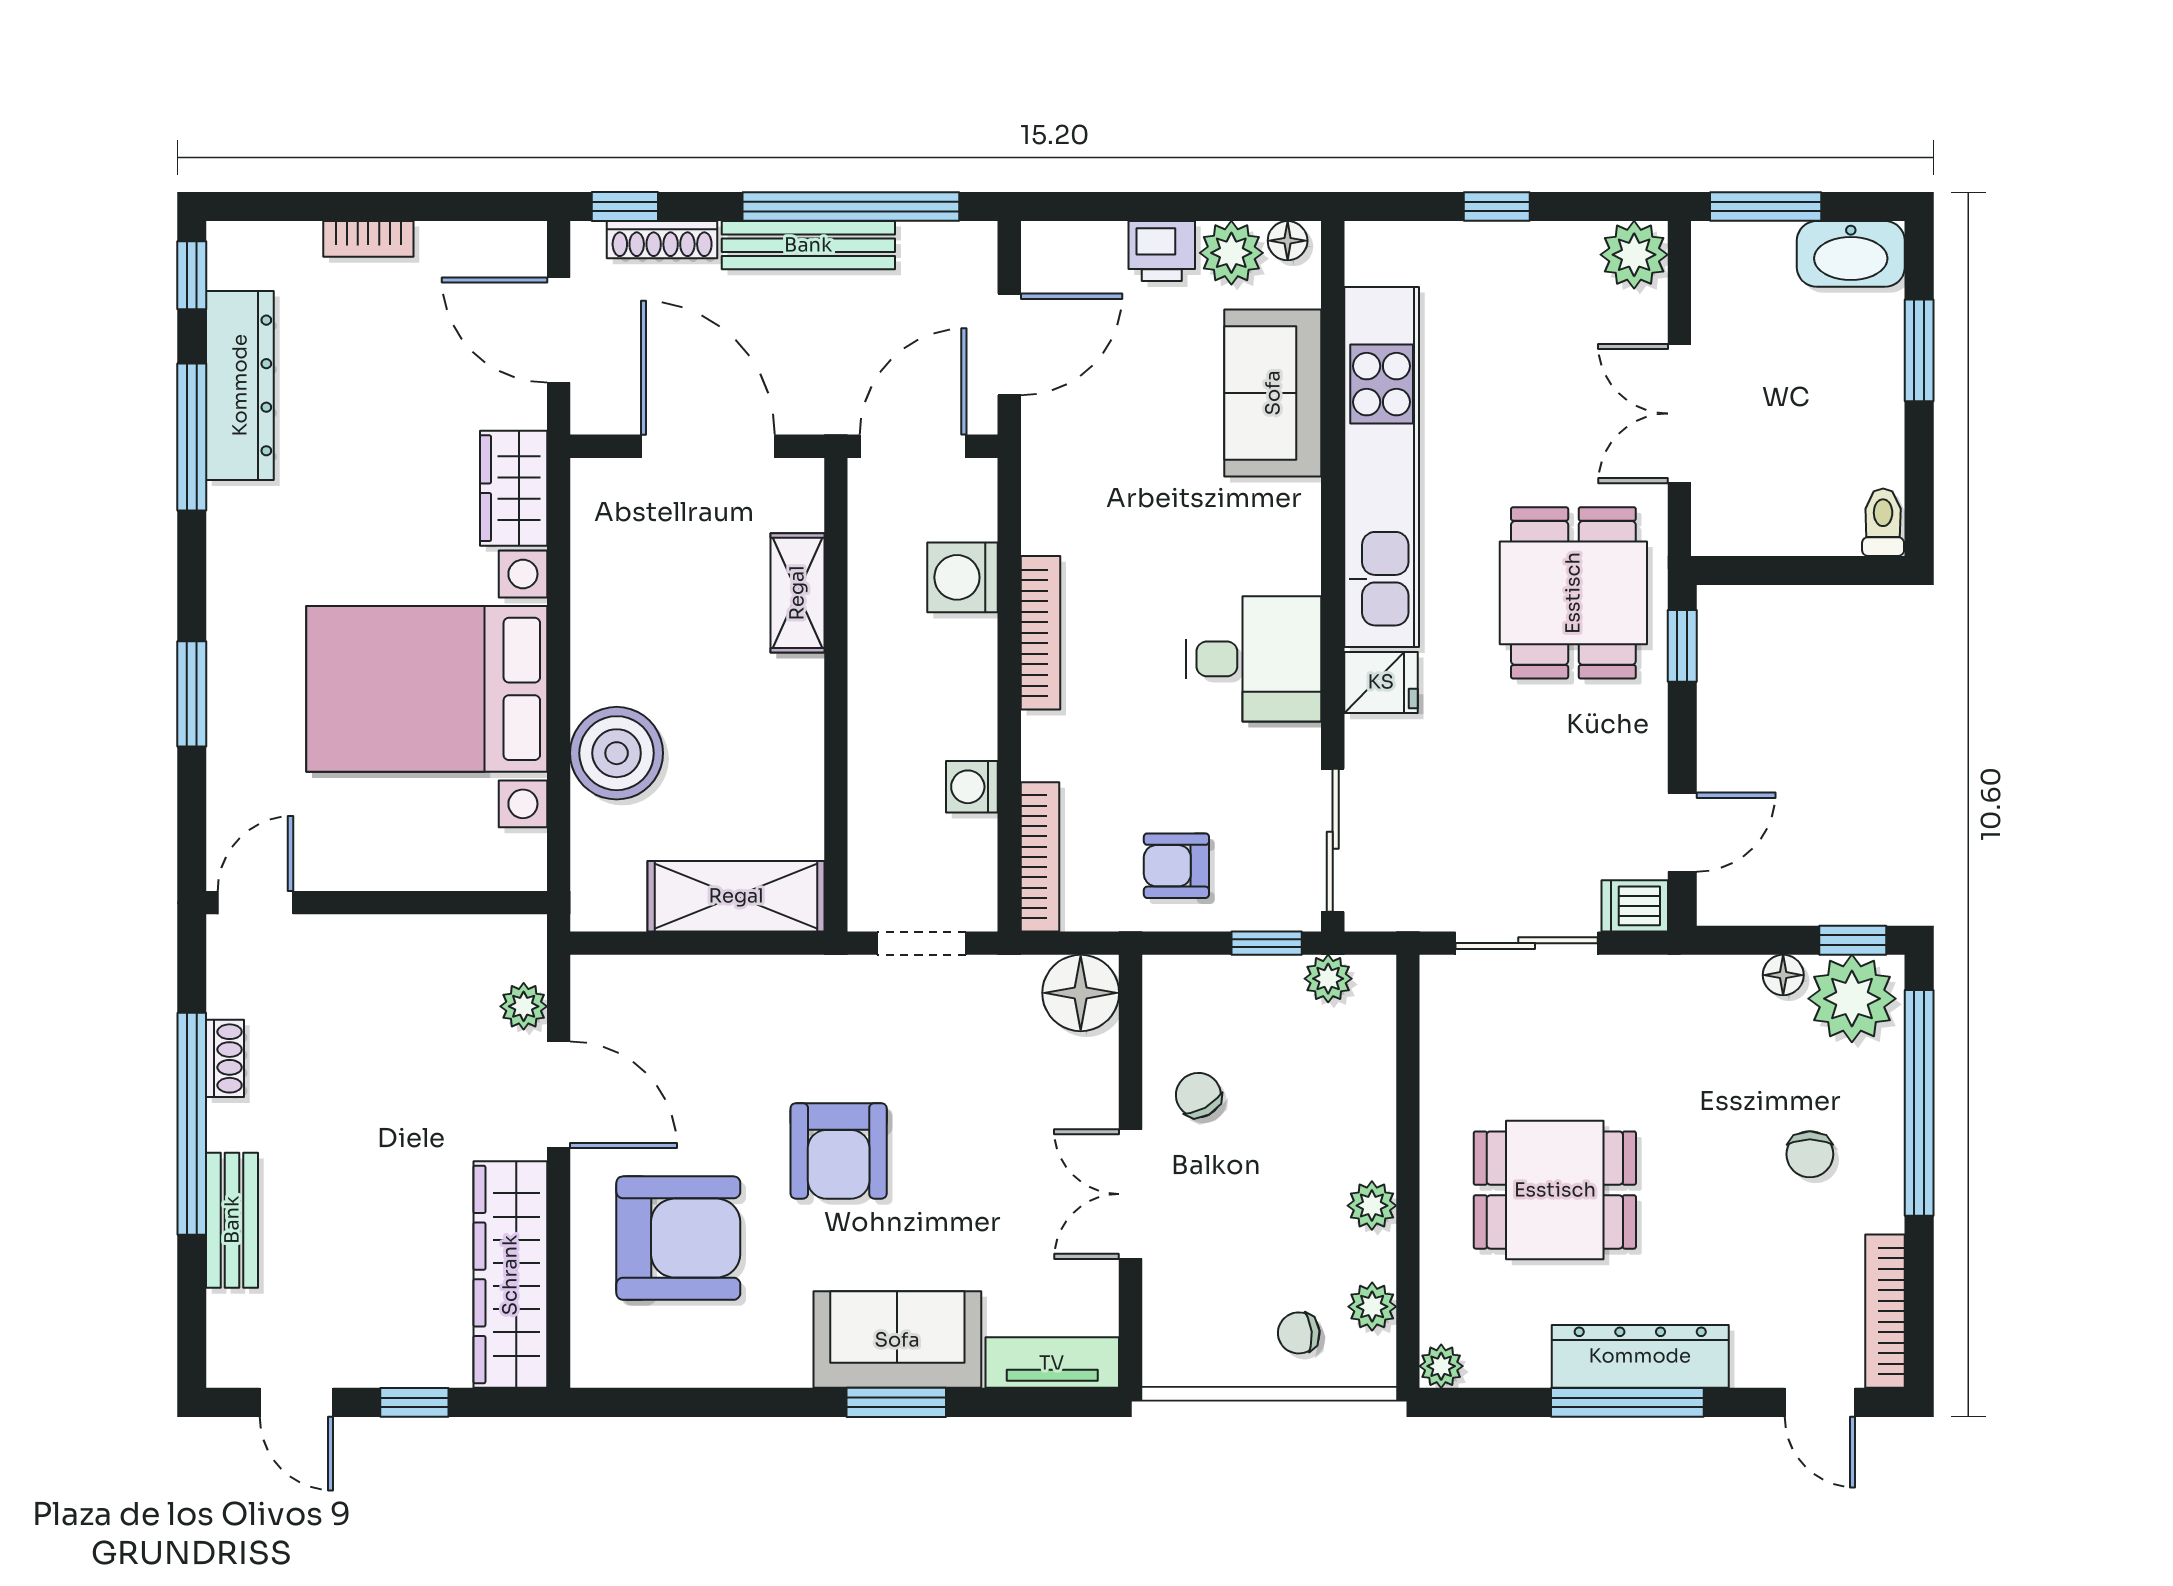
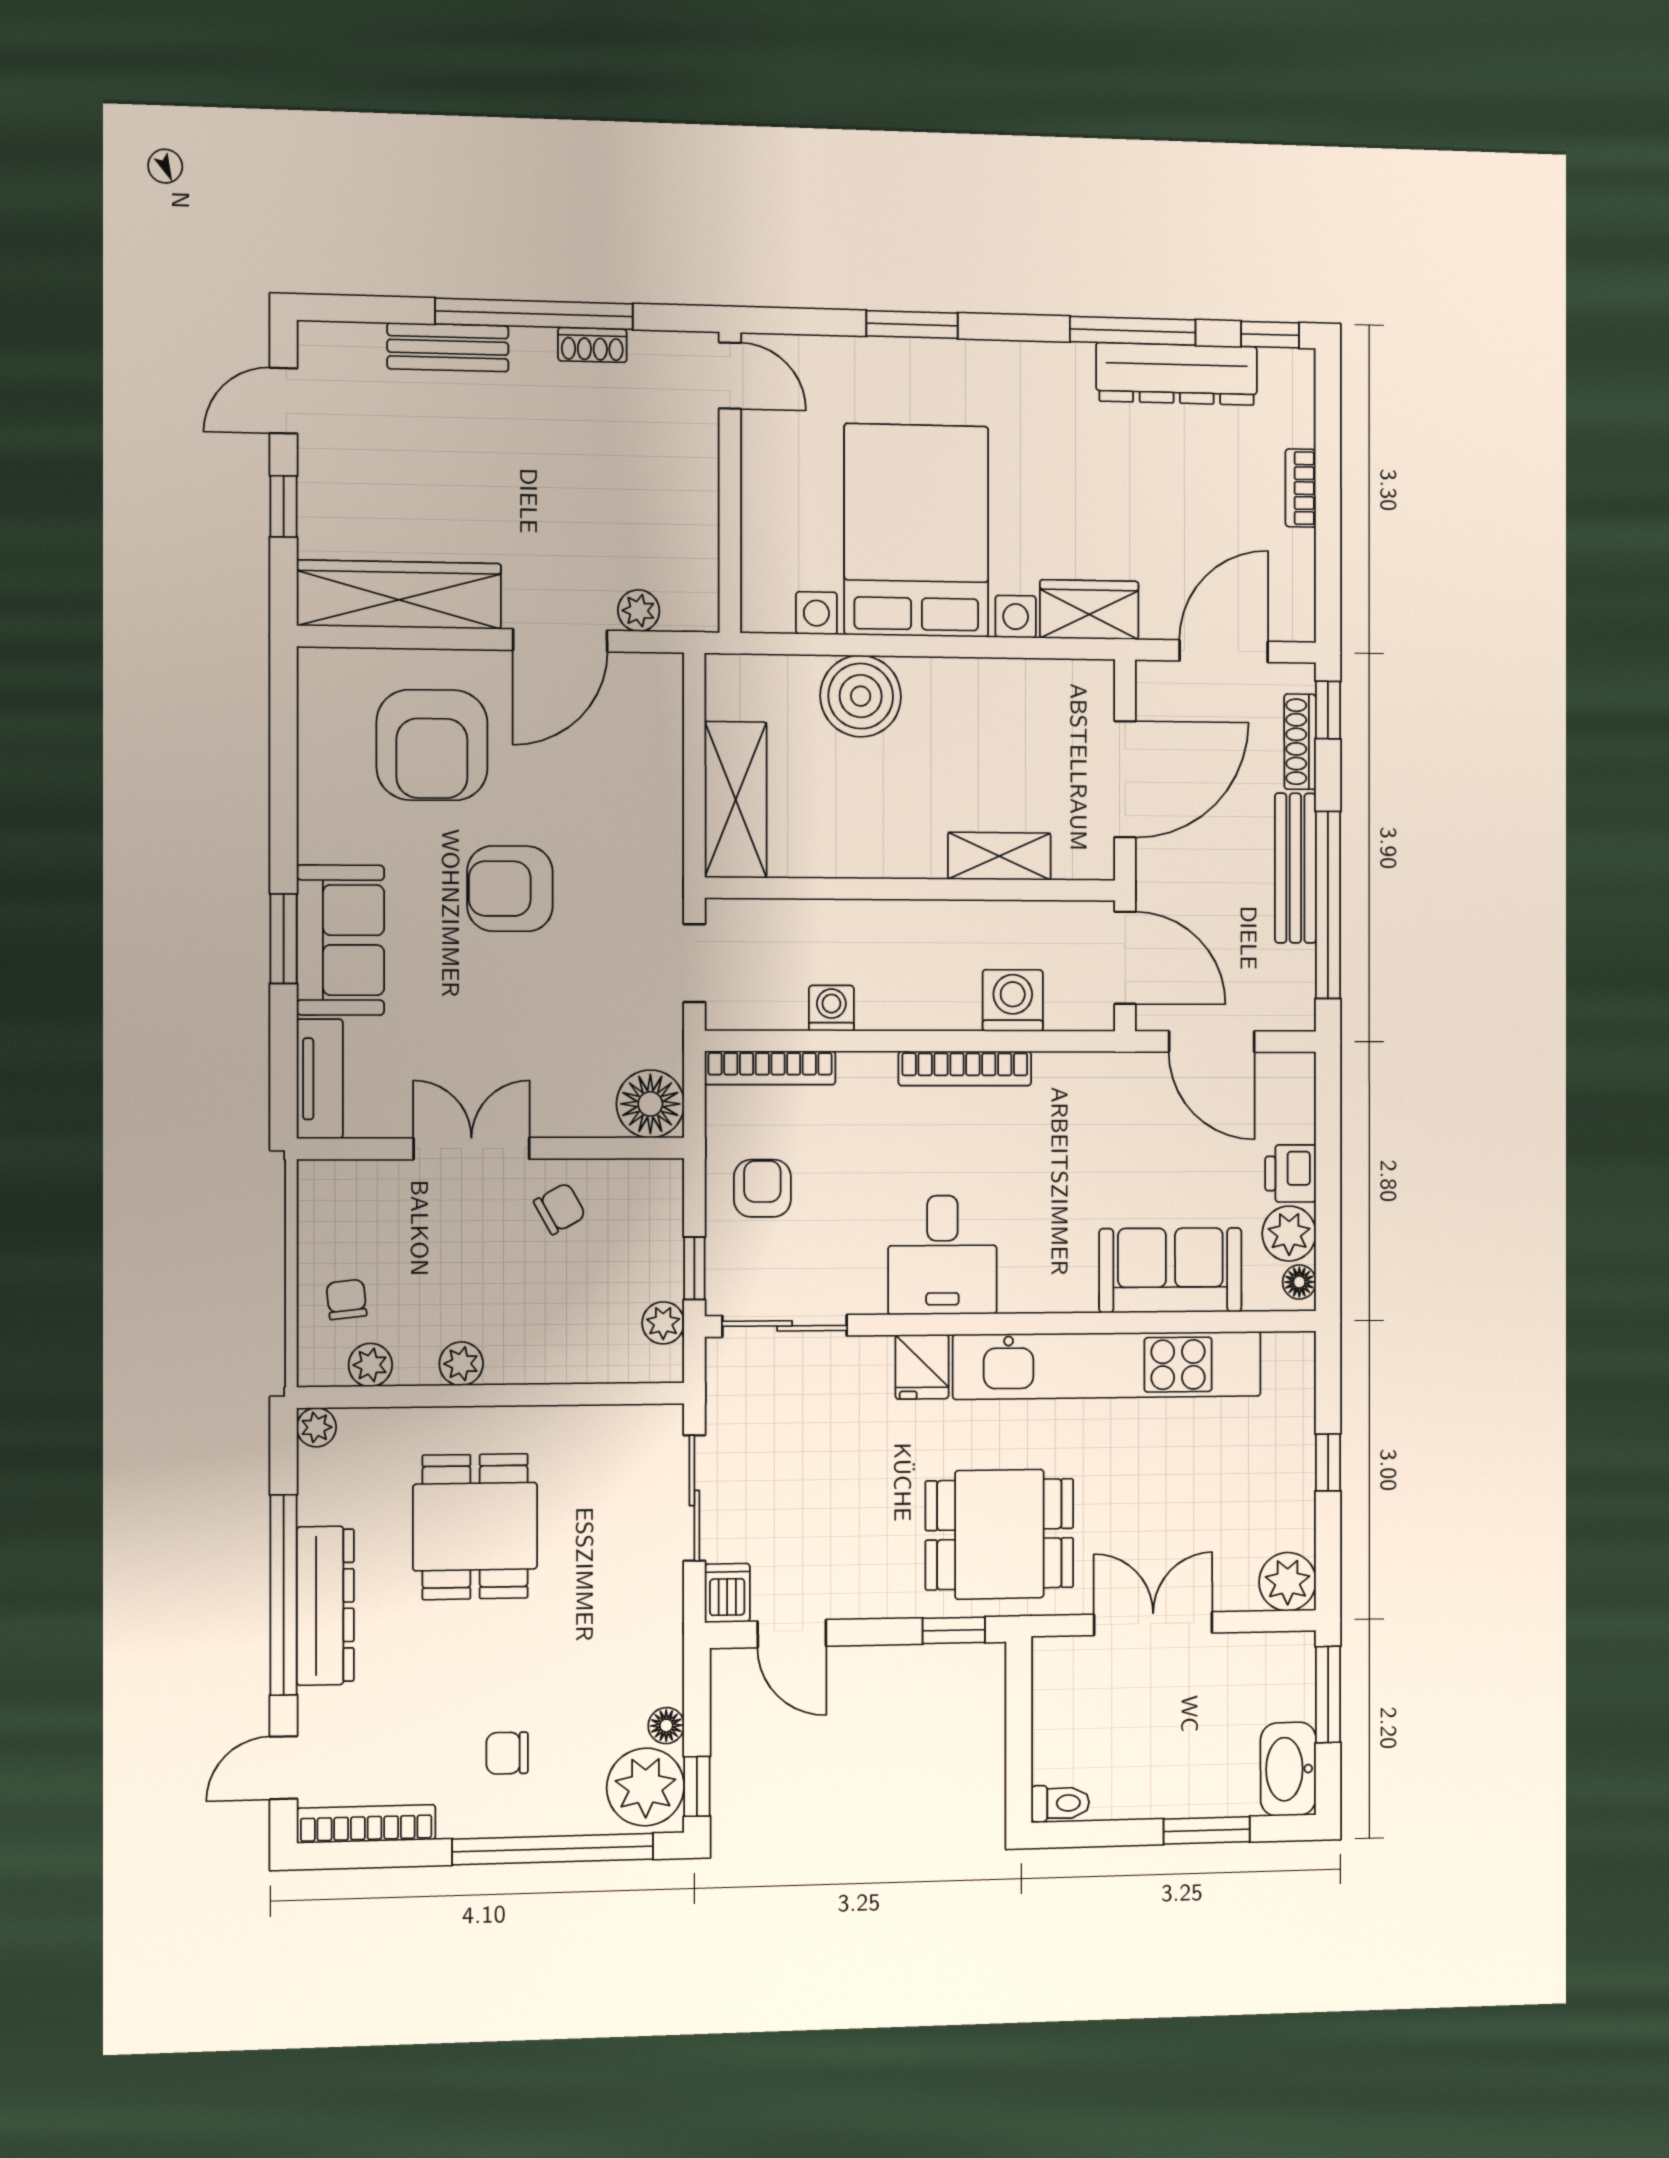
window: (1627, 1402) -> (284, 1595), width x1.46

